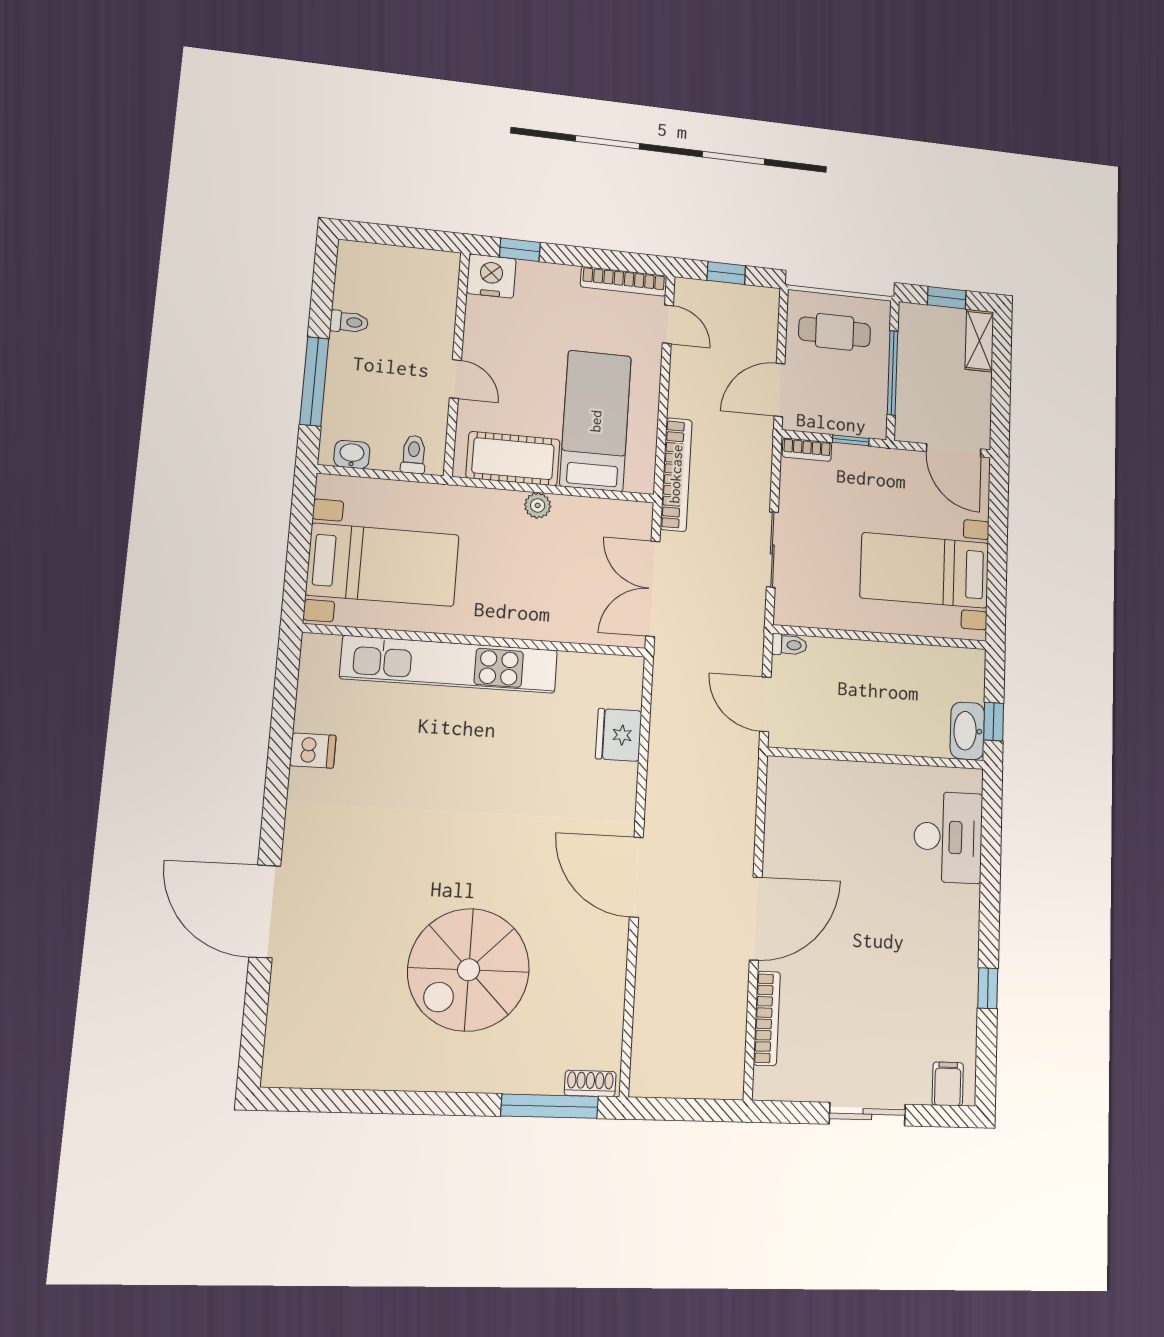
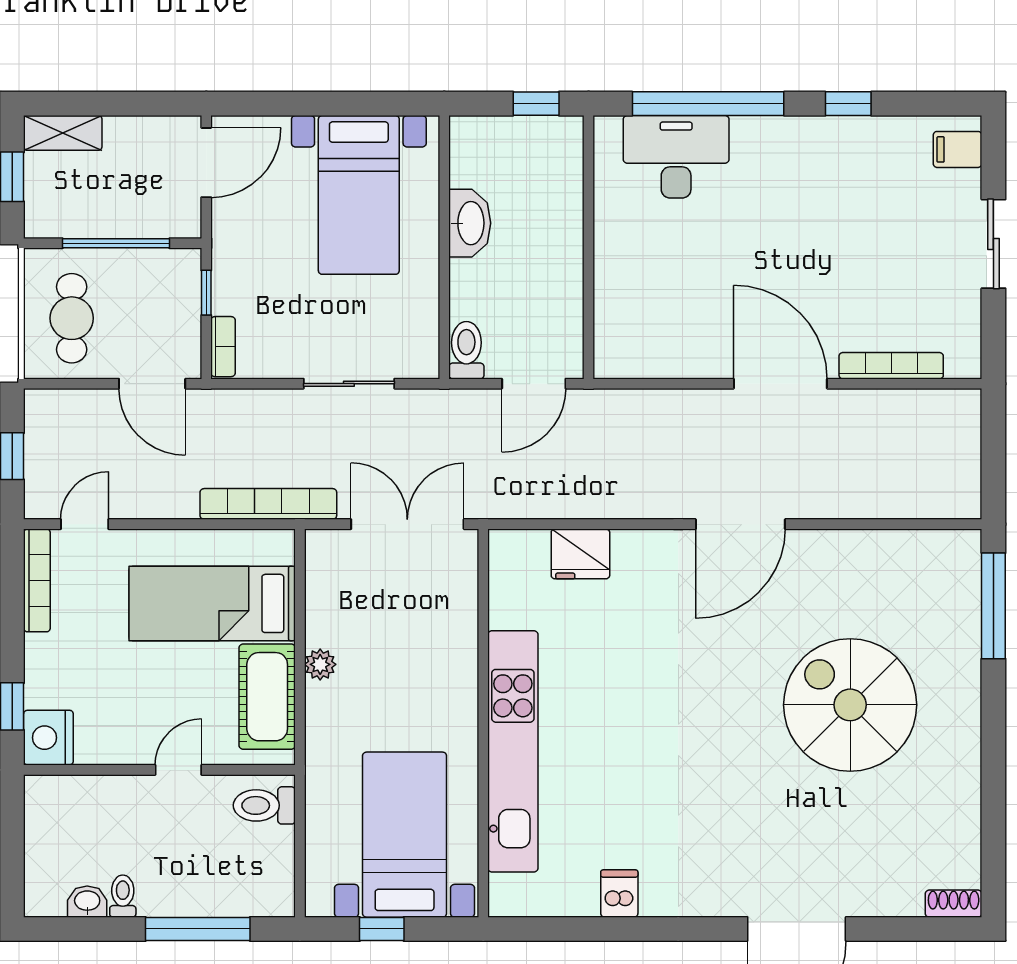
washbasin: (352, 454) -> (87, 902), moved, turned 90
toilet: (414, 454) -> (264, 805), width x1.37, depth x1.39
window: (300, 538) -> (382, 929), added
double door: (653, 589) -> (407, 524), swing flipped
toilet: (789, 645) -> (466, 350), width x1.37, depth x1.39
washbasin: (967, 731) -> (470, 223), moved, turned -90
window: (990, 867) -> (708, 104), added
spiral stairs: (469, 970) -> (850, 705), turned 180
shoe rack: (590, 1083) -> (954, 904), moved, turned 90

